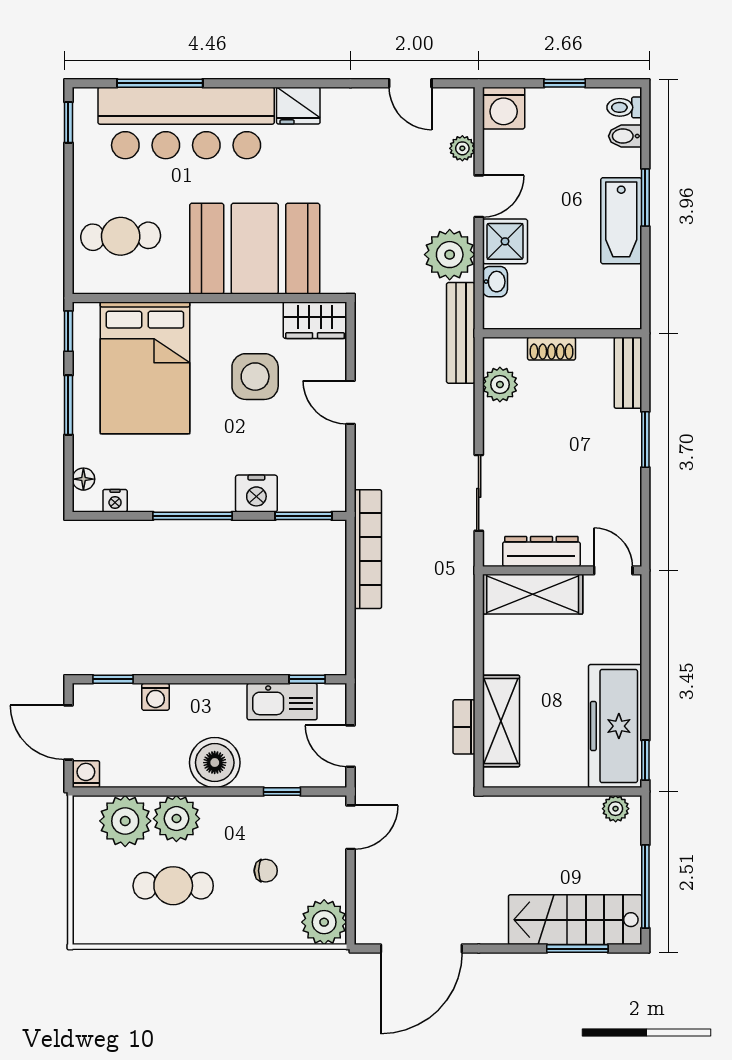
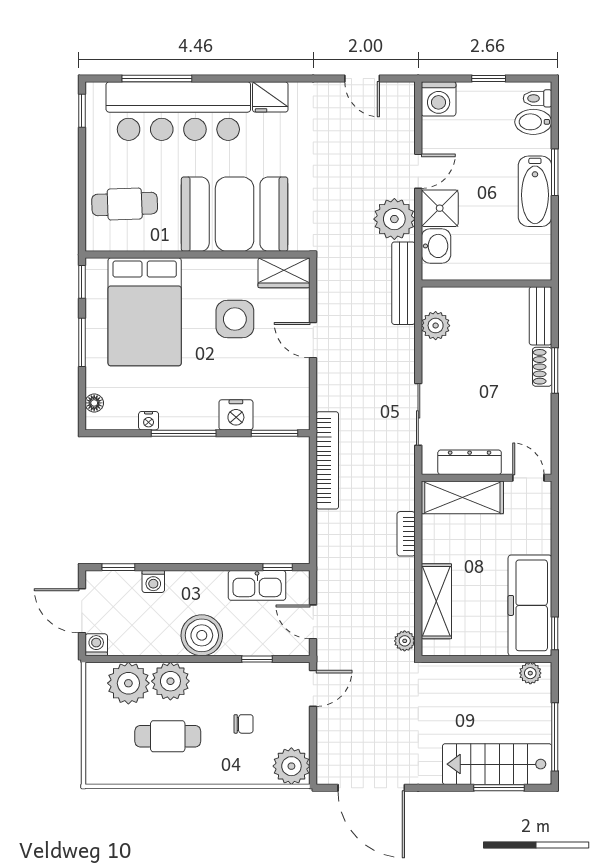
bidet: (625, 136) -> (533, 122), width x1.38, depth x1.36
plant: (462, 148) -> (405, 641), moved
washbasin: (495, 282) -> (436, 246), width x1.38, depth x1.45
shoe rack: (551, 349) -> (542, 367), moved, turned 90
nightstand: (115, 501) -> (149, 421), moved
bookcase: (464, 727) -> (406, 534), moved
door: (421, 949) -> (371, 788), hinge flipped

